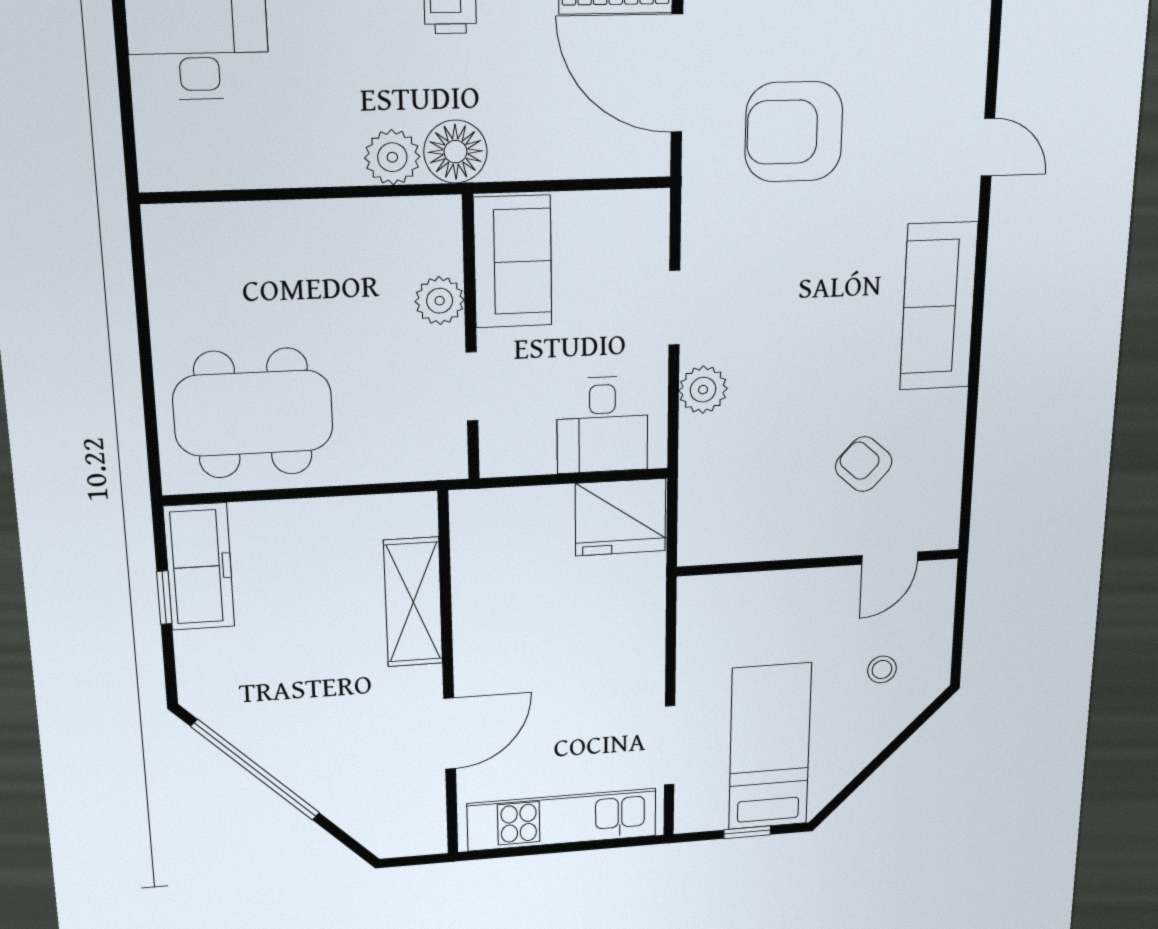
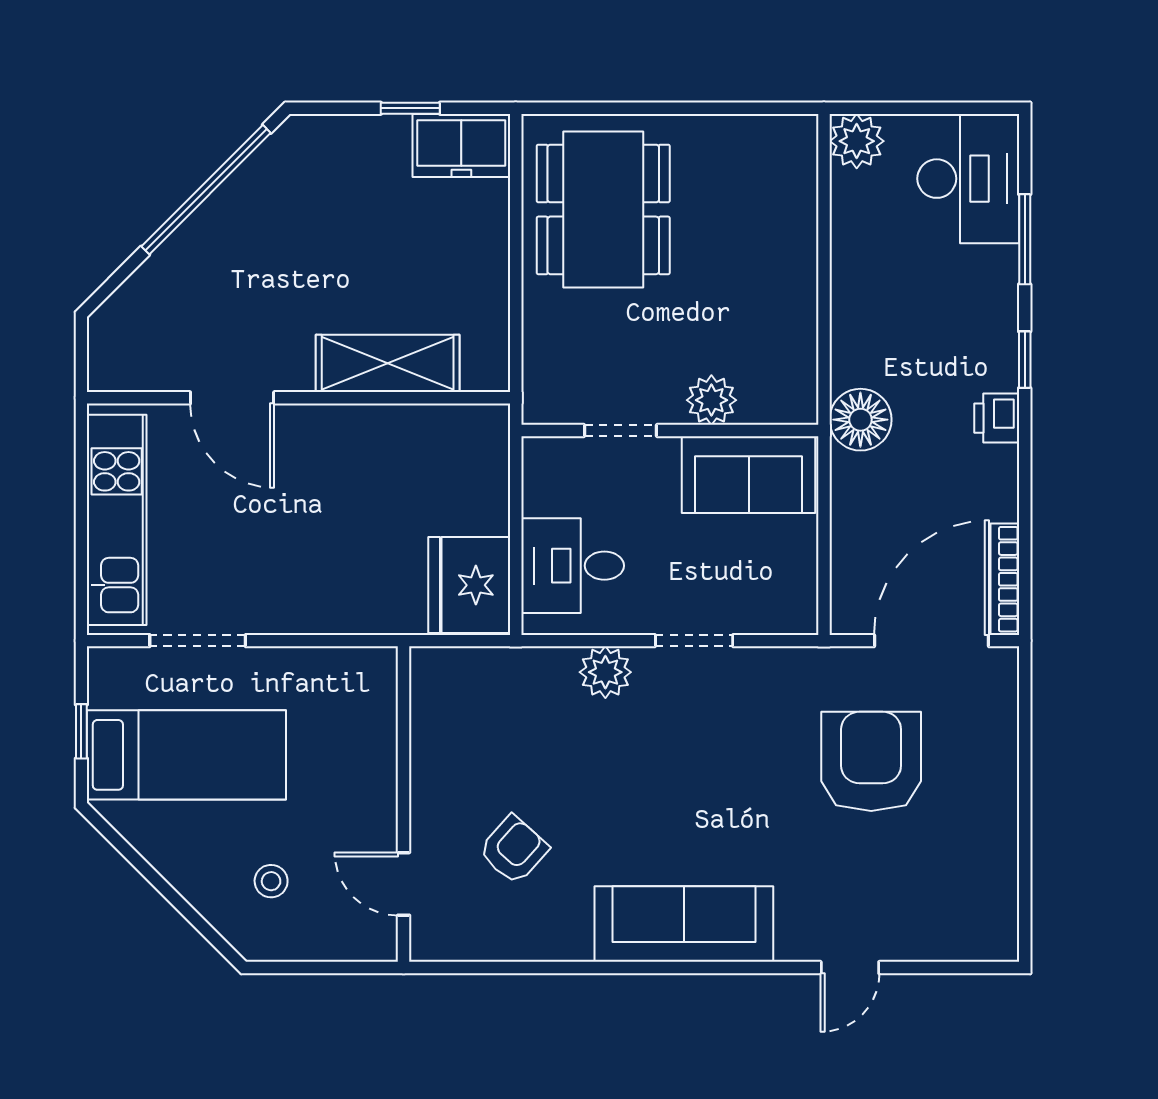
plant: (392, 157) -> (857, 141), moved
freezer: (199, 567) -> (461, 146), width x0.71

